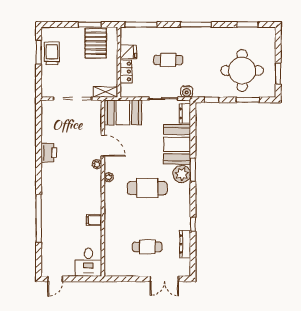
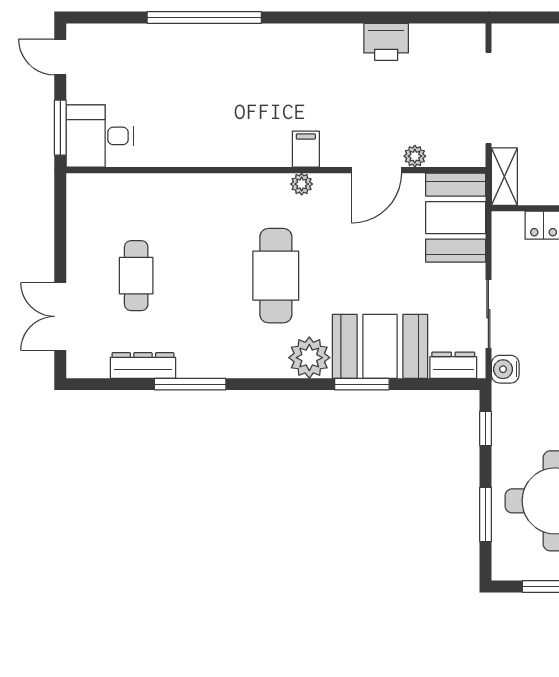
printer: (49, 153) -> (386, 42), moved
plant: (97, 164) -> (415, 156), moved
window: (193, 170) -> (362, 384), moved
filing cabinet: (94, 220) -> (306, 149), moved
window: (193, 224) -> (190, 384), width x2.17
window: (85, 279) -> (60, 128), added

